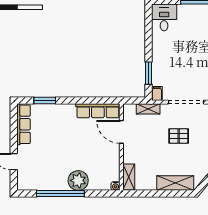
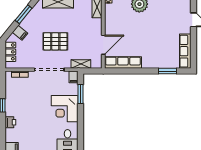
corner desk: (167, 56) -> (65, 109), added
door: (121, 132) -> (103, 45), hinge flipped
pallet: (179, 136) -> (55, 41), width x1.50, depth x1.42

